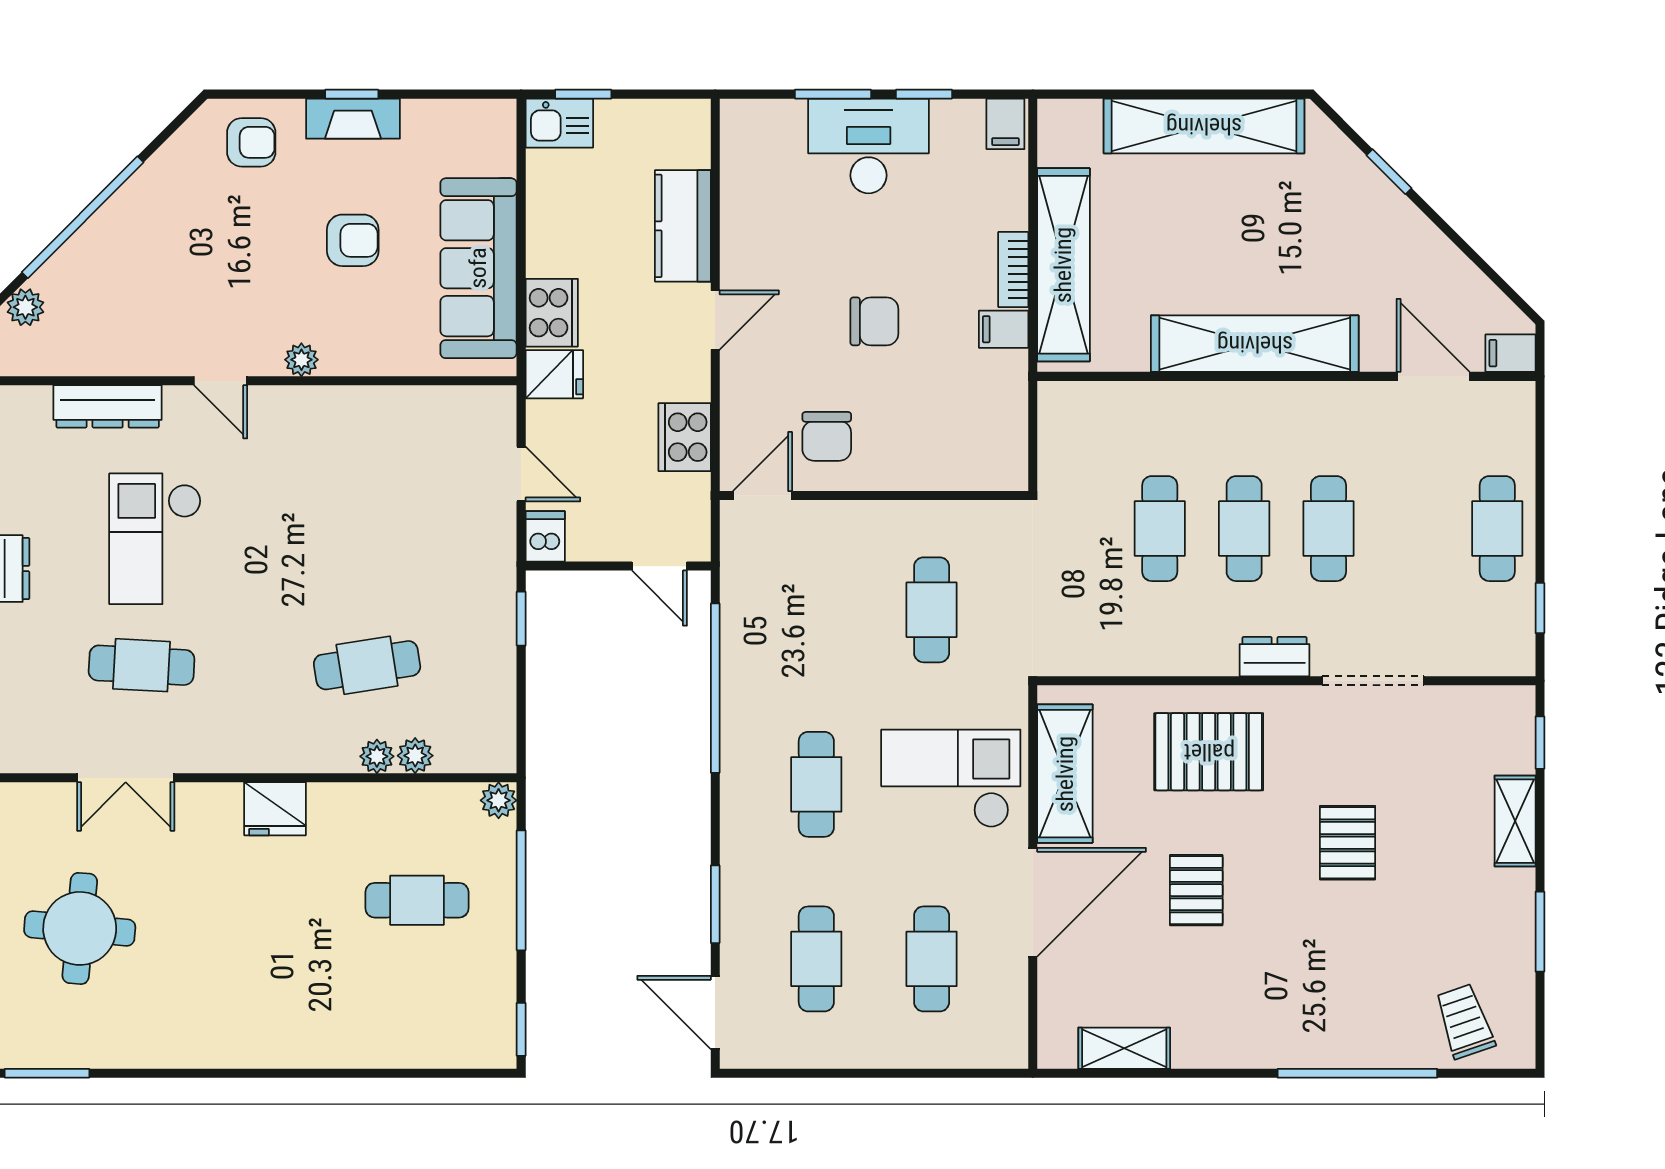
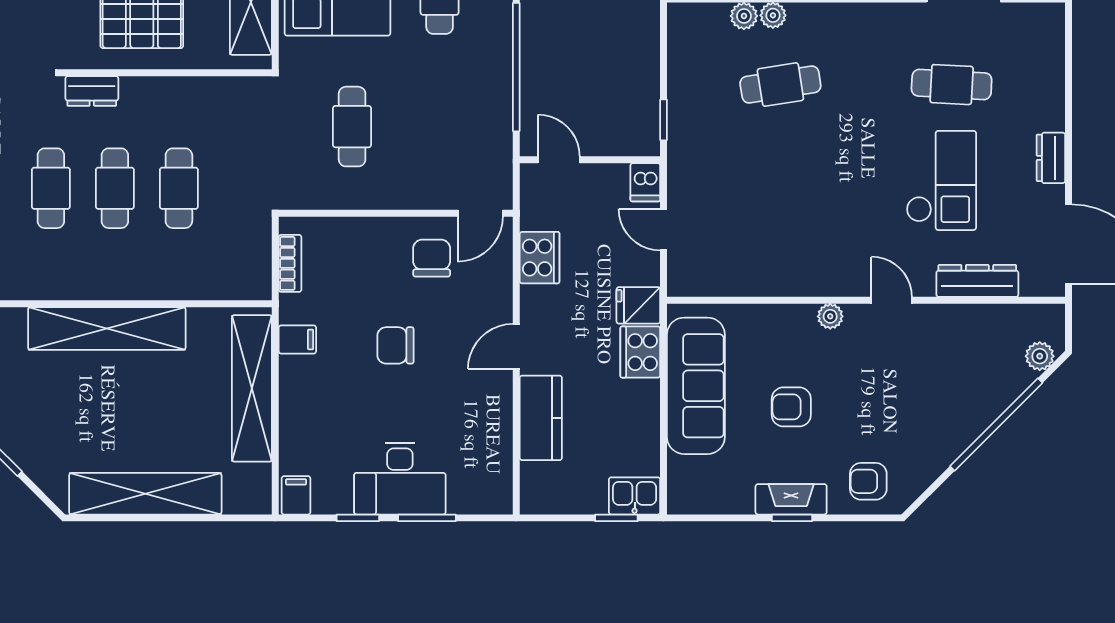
bookcase: (1013, 270) -> (290, 263), moved

